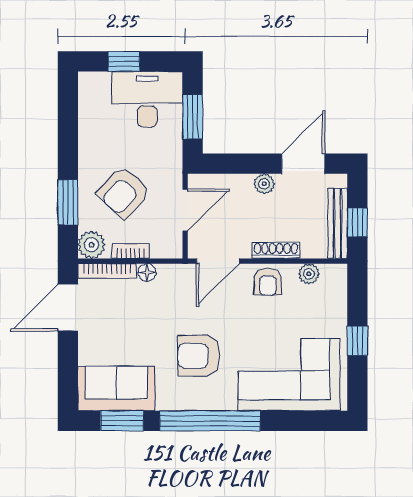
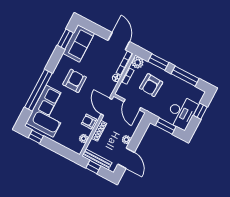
window: (68, 131) -> (185, 76), added
armchair: (124, 192) -> (151, 85), turned -130
window: (357, 341) -> (36, 137), moved
window: (210, 421) -> (38, 90), moved

